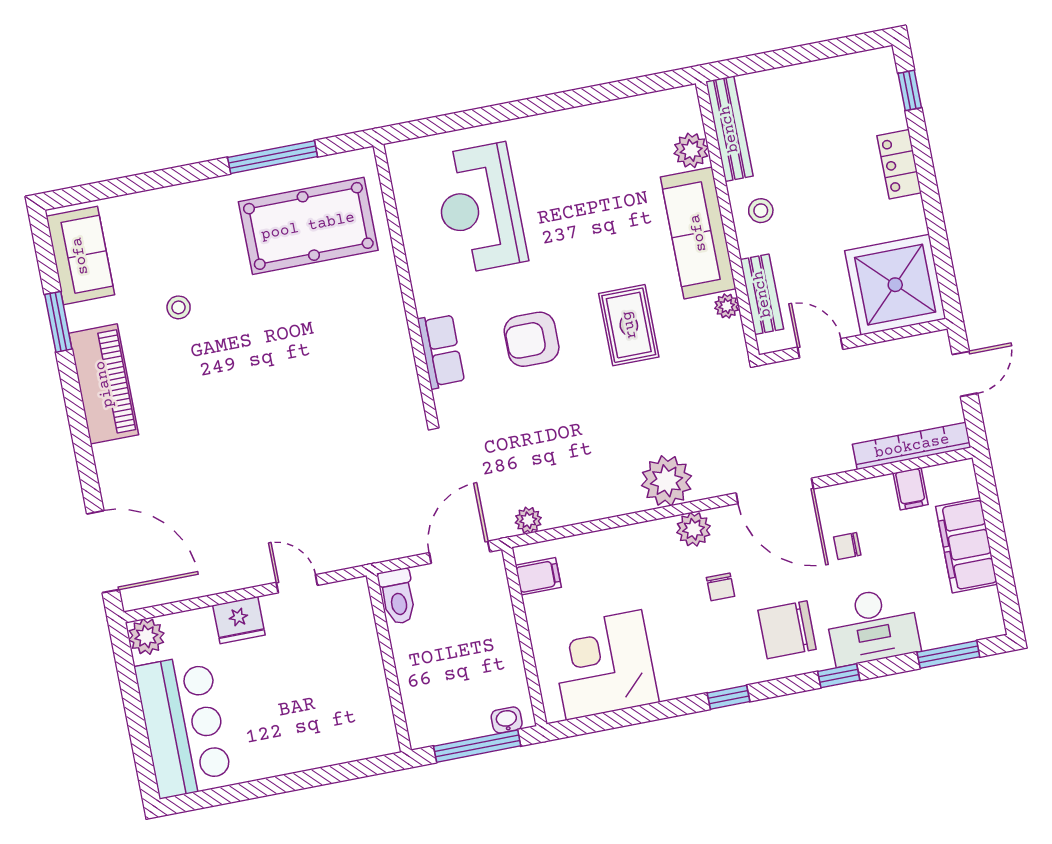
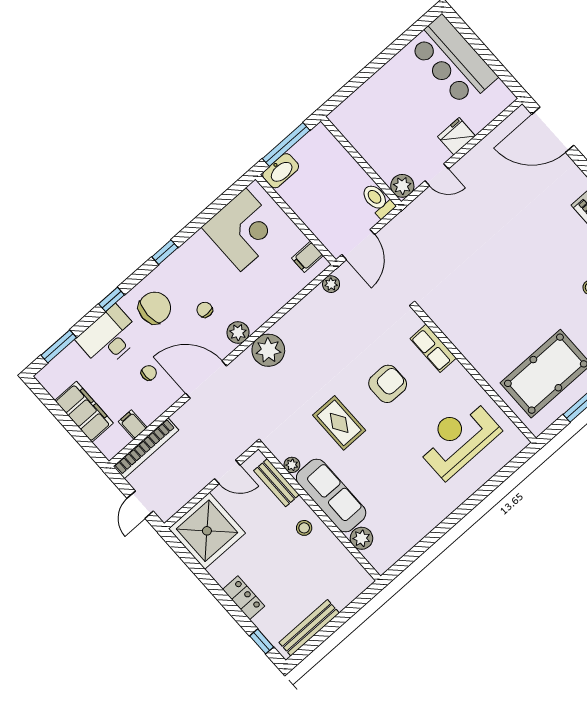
bench: (729, 129) -> (309, 628), moved, turned 90
reception desk: (480, 208) -> (458, 438), turned -90
plant: (146, 637) -> (402, 186), moved
washbasin: (507, 720) -> (281, 171), width x1.91, depth x1.45

